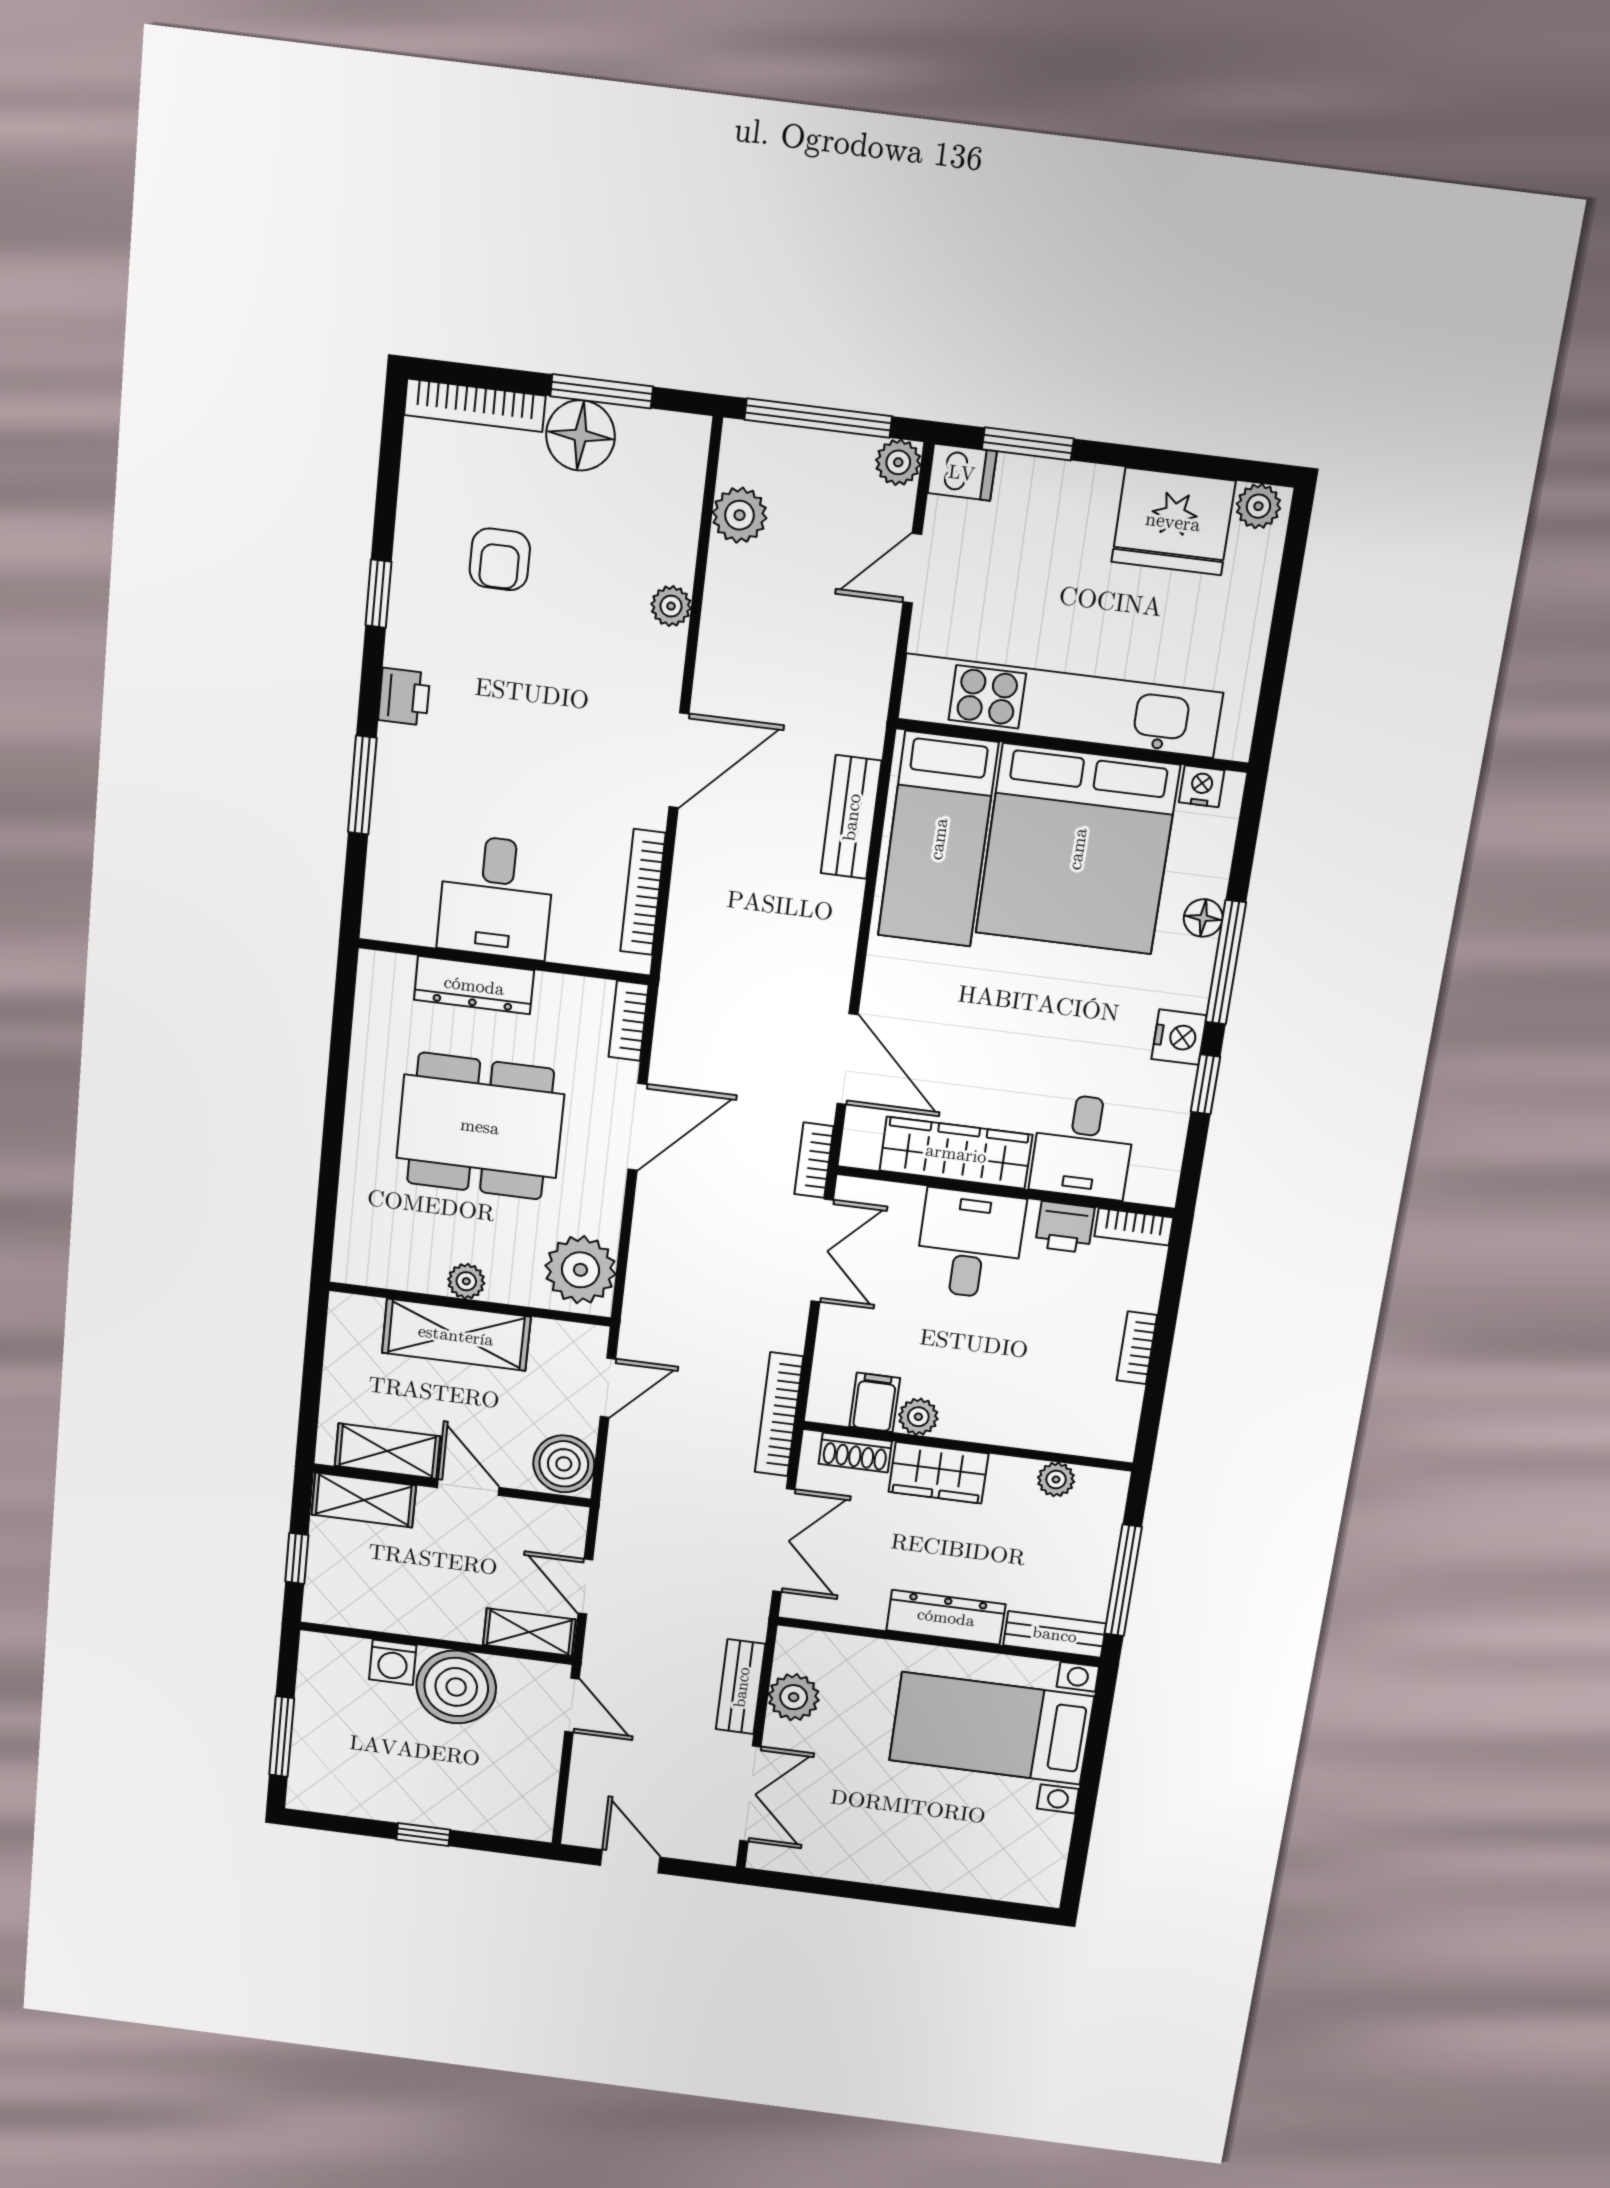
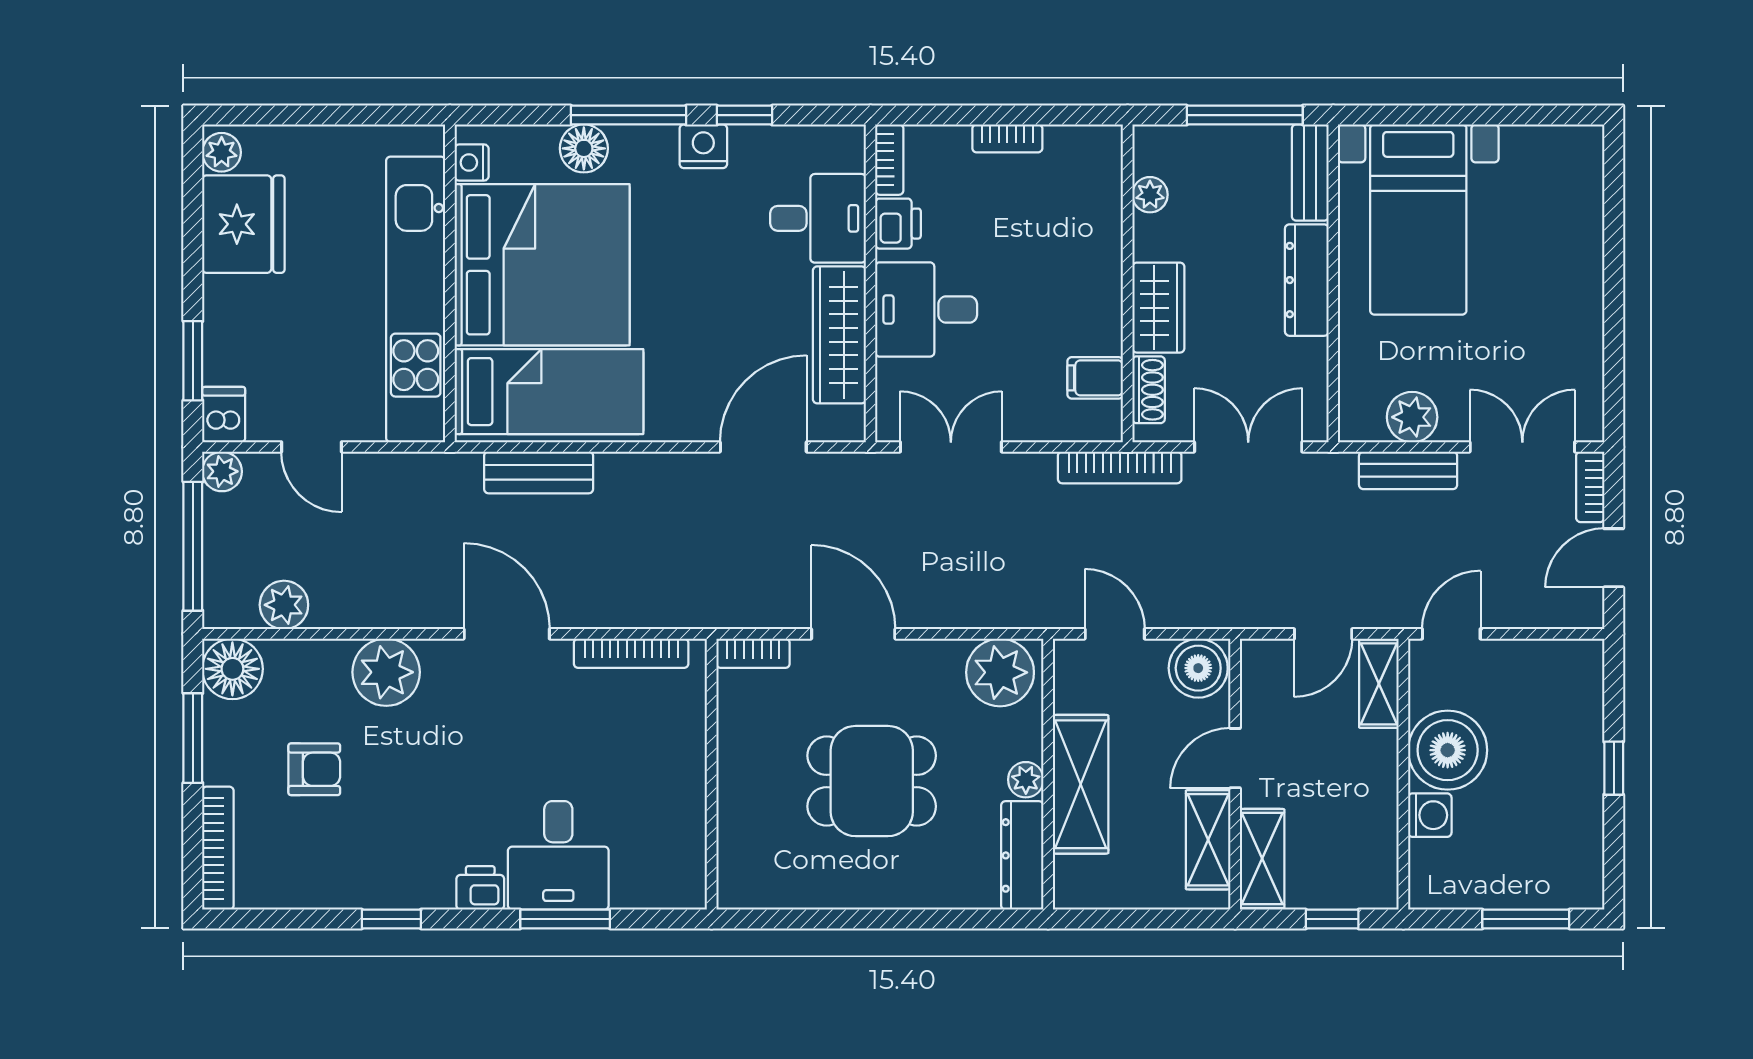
floor lamp: (581, 435) -> (232, 669), moved
armchair: (500, 559) -> (314, 769), moved
plant: (671, 606) -> (386, 672), width x1.88, depth x1.88
desk: (496, 897) -> (558, 855), moved, turned 90
floor lamp: (1203, 918) -> (584, 148), width x1.37, depth x1.37
dresser: (474, 985) -> (1022, 855), moved, turned 180
dining table: (480, 1126) -> (872, 781), width x0.73
bookcase: (814, 1160) -> (1590, 487), moved, turned 90
plant: (918, 1417) -> (1104, 334), removed

